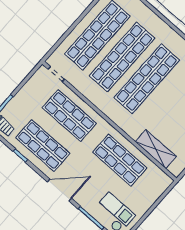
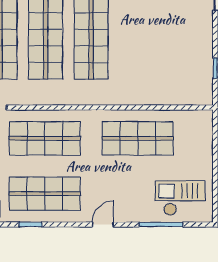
shelving: (156, 149) -> (165, 94), removed
door: (60, 190) -> (103, 224), width x0.53

